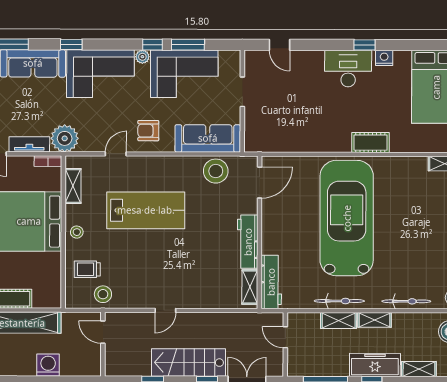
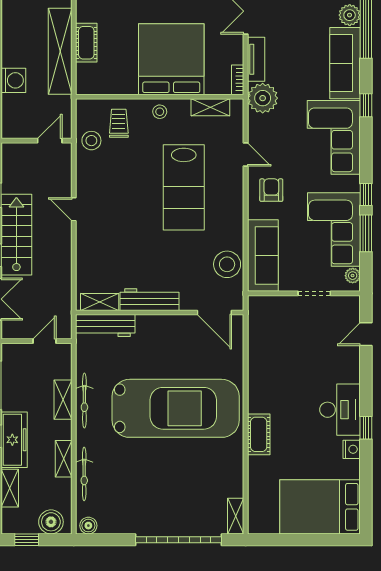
plant: (142, 57) -> (353, 276), moved
shelving: (375, 320) -> (64, 459), moved

